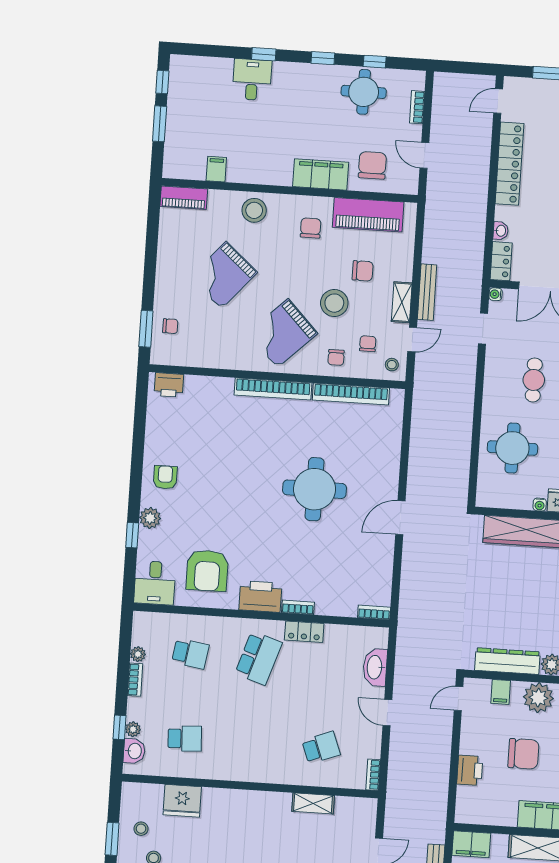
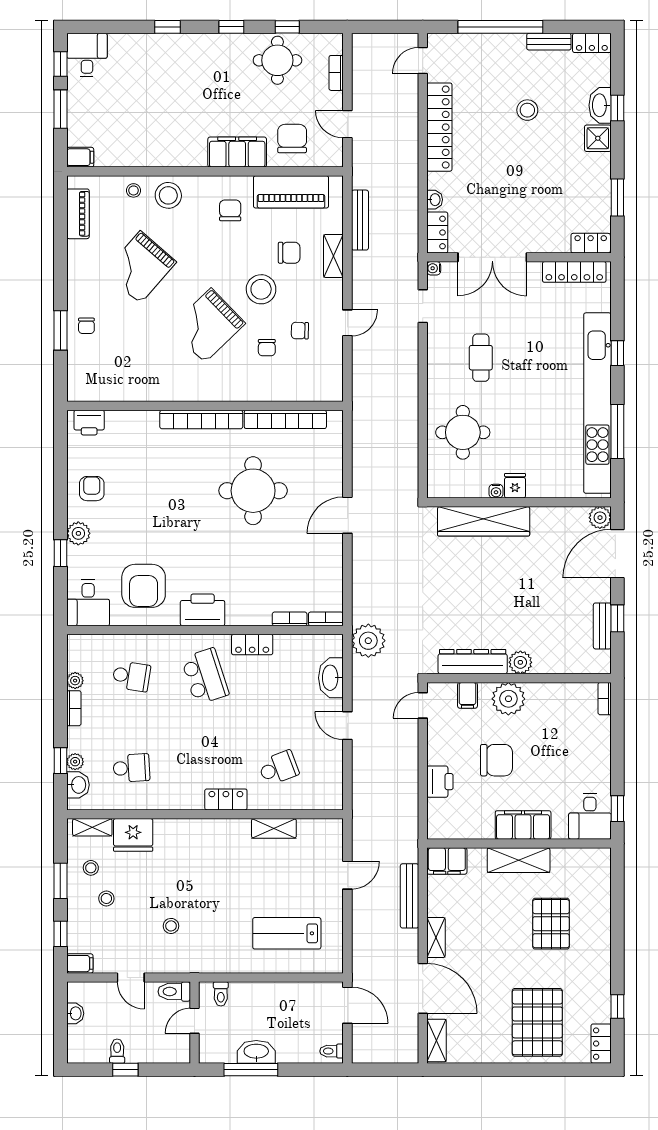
desk: (252, 80) -> (87, 55), moved
filing cabinet: (216, 169) -> (80, 157), moved, turned 90
piano: (184, 198) -> (78, 214), moved, turned -90
bench: (427, 292) -> (360, 220), moved
shelving: (402, 302) -> (333, 256), moved
chair: (170, 326) -> (86, 326), turned 90
chair: (368, 344) -> (300, 331), turned -89
stool: (392, 365) -> (134, 190), moved
wall: (277, 377) -> (205, 406), moved
printer: (169, 385) -> (89, 423), moved
bookcase: (273, 389) -> (201, 419), moved
bookcase: (351, 394) -> (285, 419), moved
bookcase: (298, 607) -> (290, 619), moved
plant: (412, 635) -> (368, 641), added
school desk: (259, 658) -> (205, 676), turned -36
locker: (270, 774) -> (226, 799), added
bookcase: (373, 775) -> (336, 793), removed
shelving: (145, 791) -> (92, 827), added

